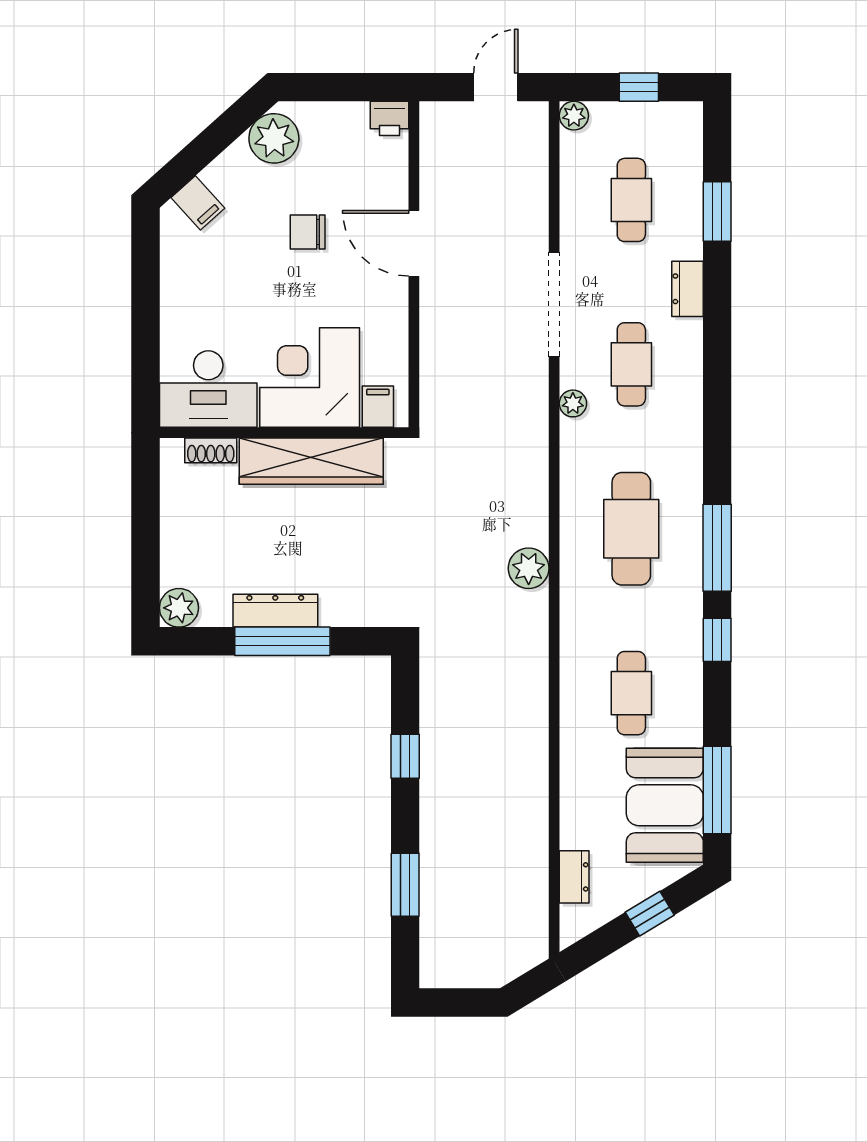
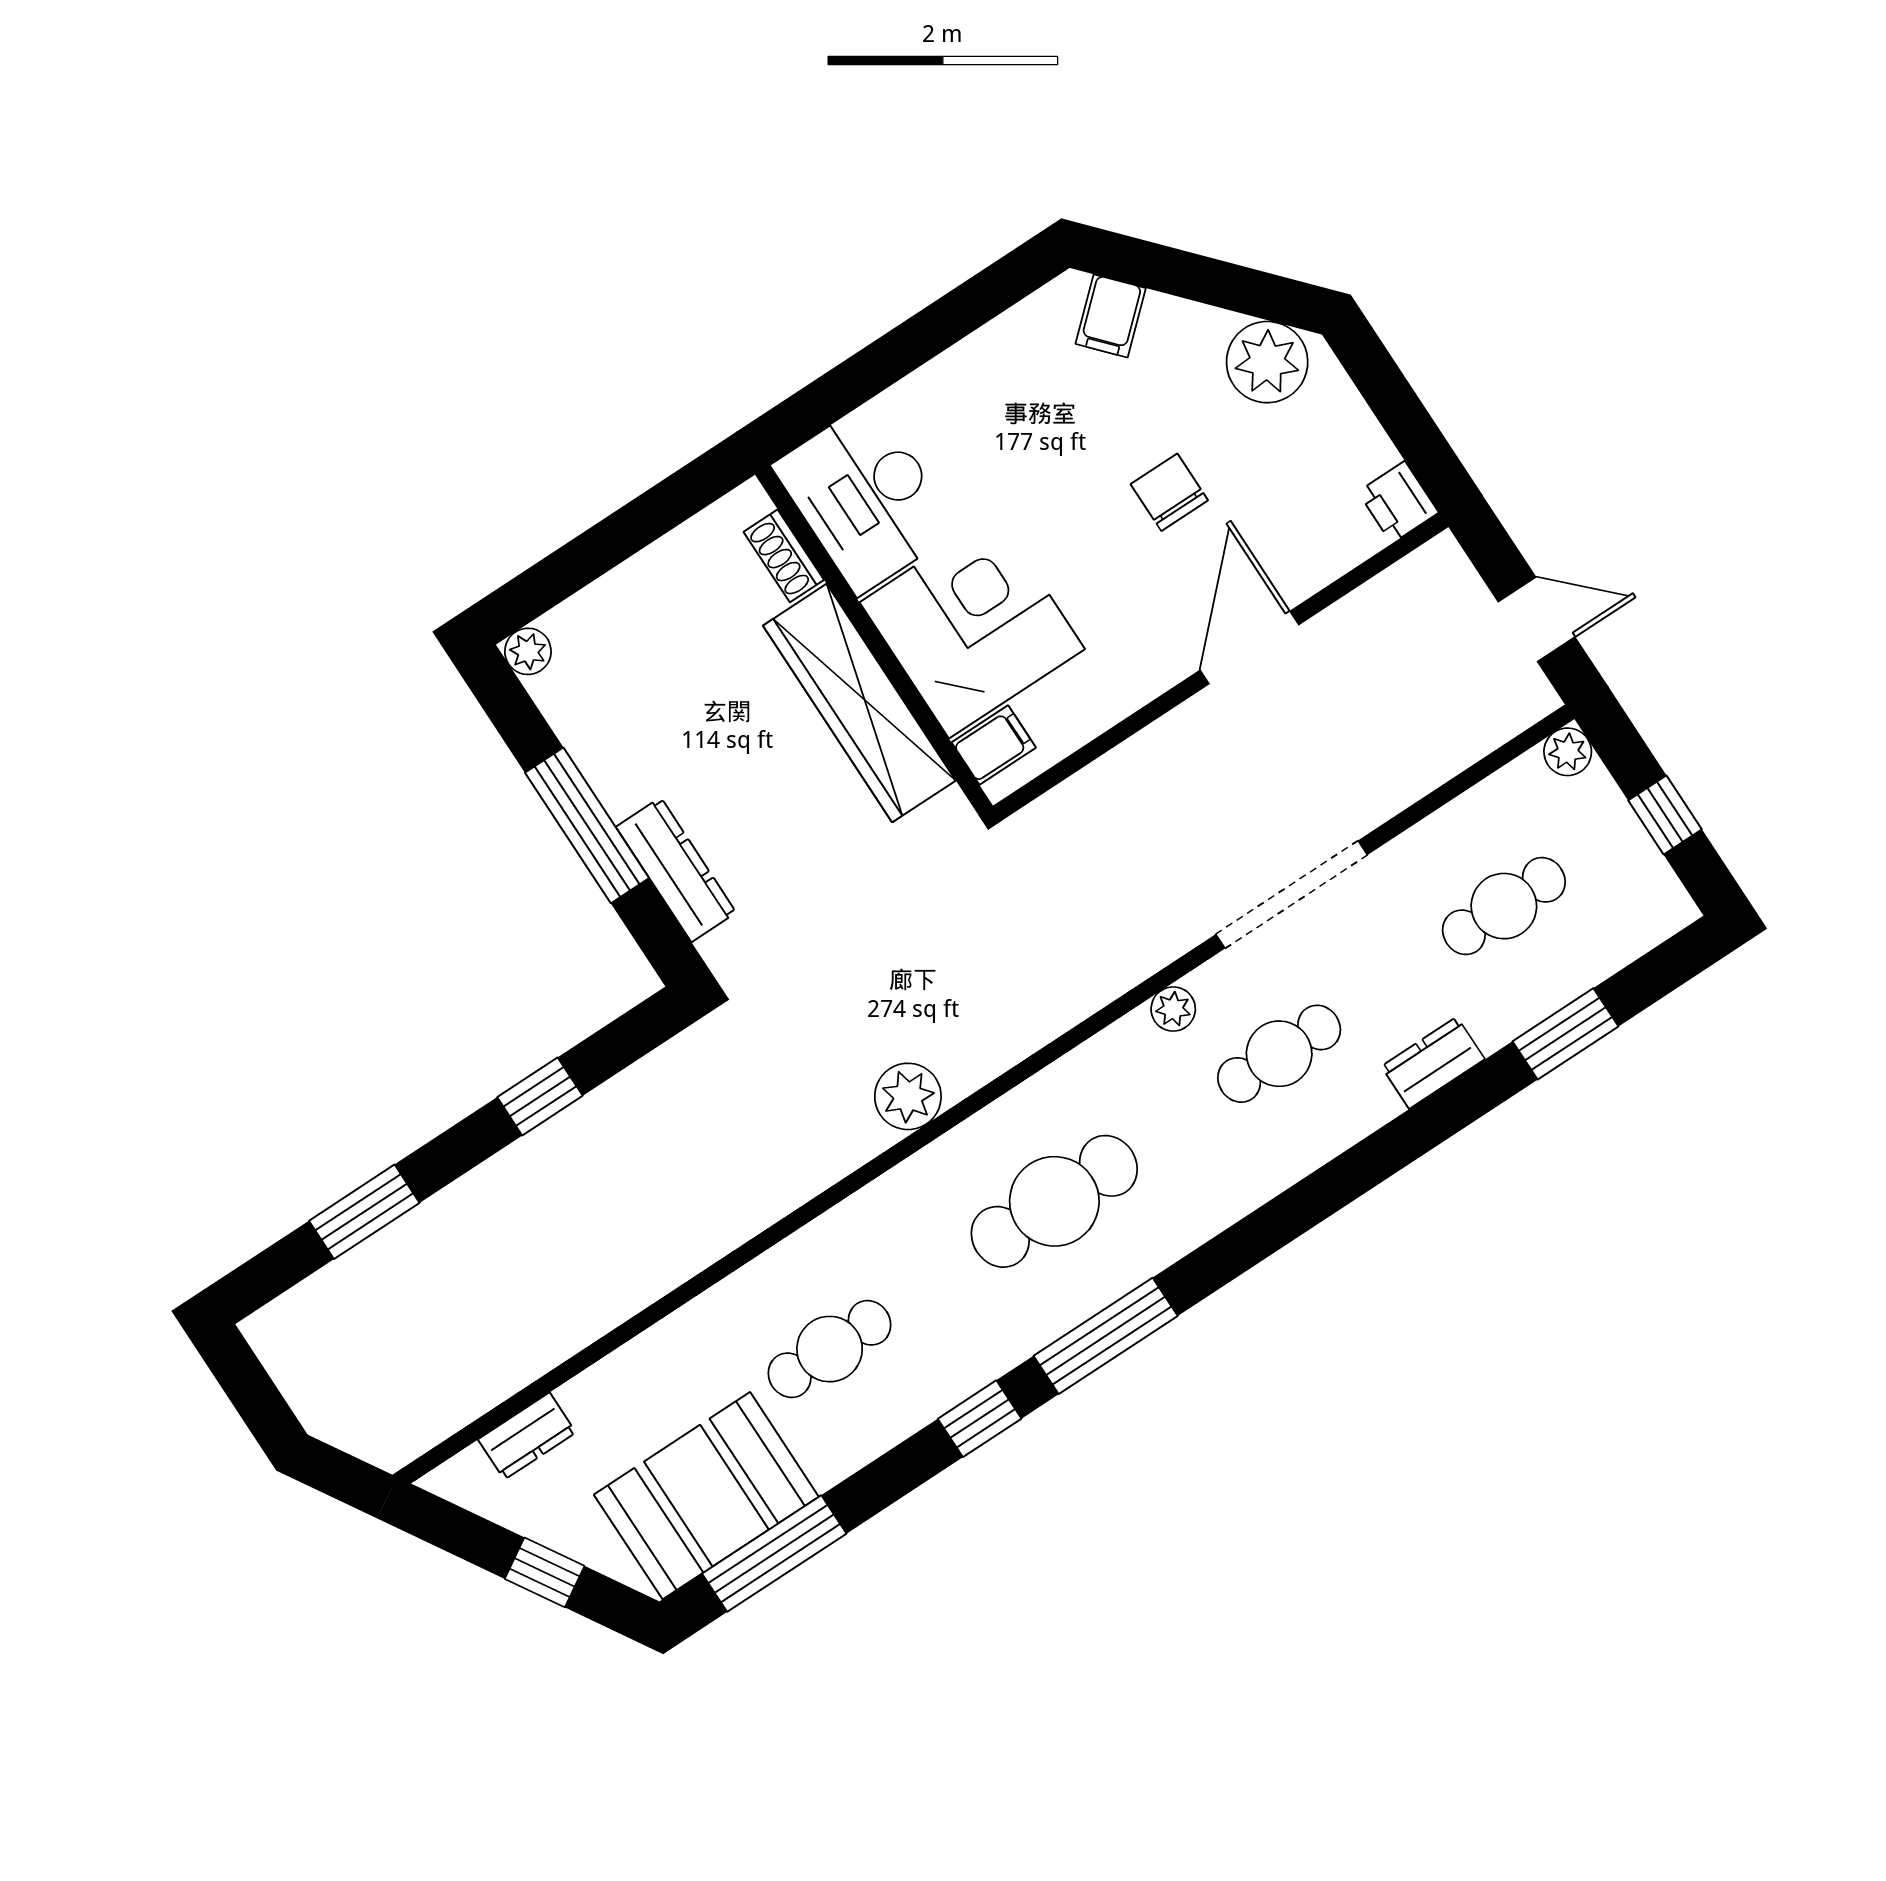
plant: (179, 608) -> (528, 651), width x0.73, depth x0.73
dresser: (275, 611) -> (676, 870), moved

